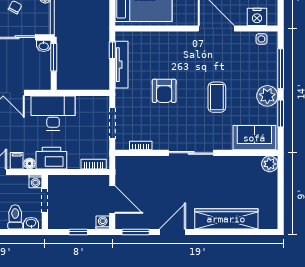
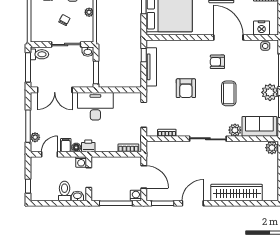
window: (54, 57) -> (96, 73), moved
armchair: (203, 58) -> (217, 62), added
plant: (224, 142) -> (235, 130), added
printer: (51, 158) -> (88, 146), width x0.53, depth x0.68
window: (78, 232) -> (116, 203), width x2.17

